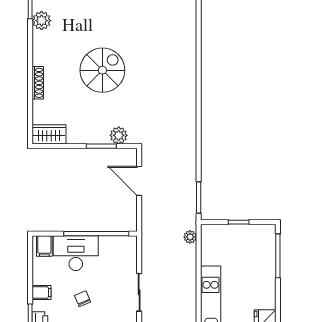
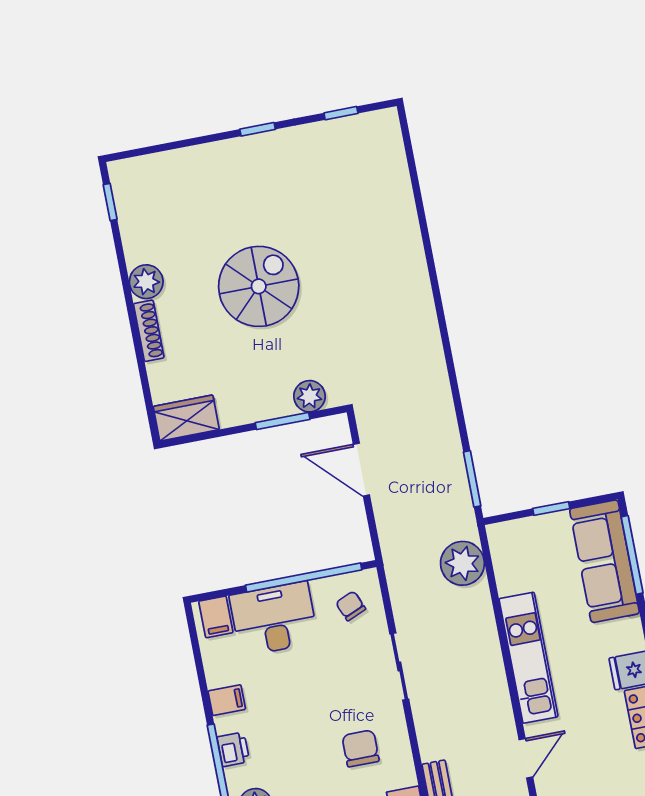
plant: (42, 21) -> (146, 282), moved
plant: (190, 237) -> (462, 563), width x1.88, depth x1.88
sofa: (262, 256) -> (604, 561), added
chair: (83, 299) -> (351, 606), moved

